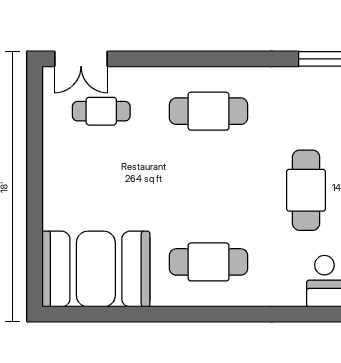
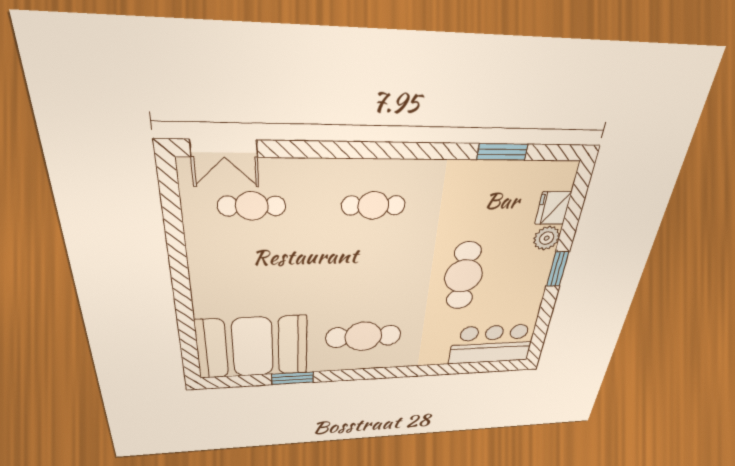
cafe table: (209, 111) -> (373, 205), width x0.73, depth x0.74
window: (136, 314) -> (293, 378), added

